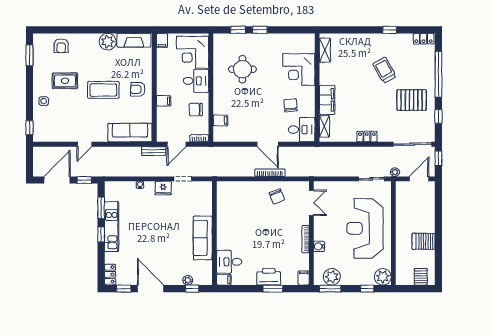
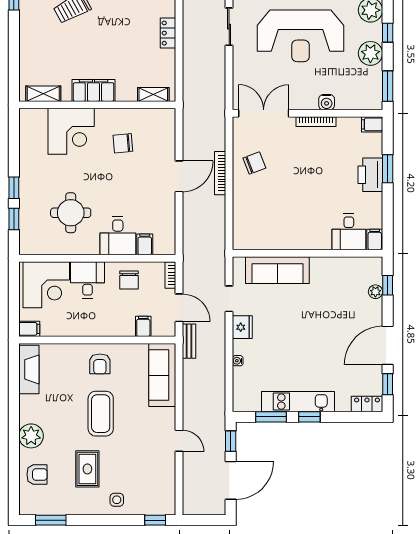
plant: (108, 42) -> (31, 436), moved
filing cabinet: (327, 100) -> (93, 90), moved
filing cabinet: (164, 101) -> (143, 326), moved
desk: (302, 130) -> (118, 236), moved, turned 180
door: (57, 180) -> (231, 480), swing flipped
double door: (311, 203) -> (264, 113), width x1.37
sofa: (203, 238) -> (277, 270), moved
plant: (332, 277) -> (370, 53), moved

